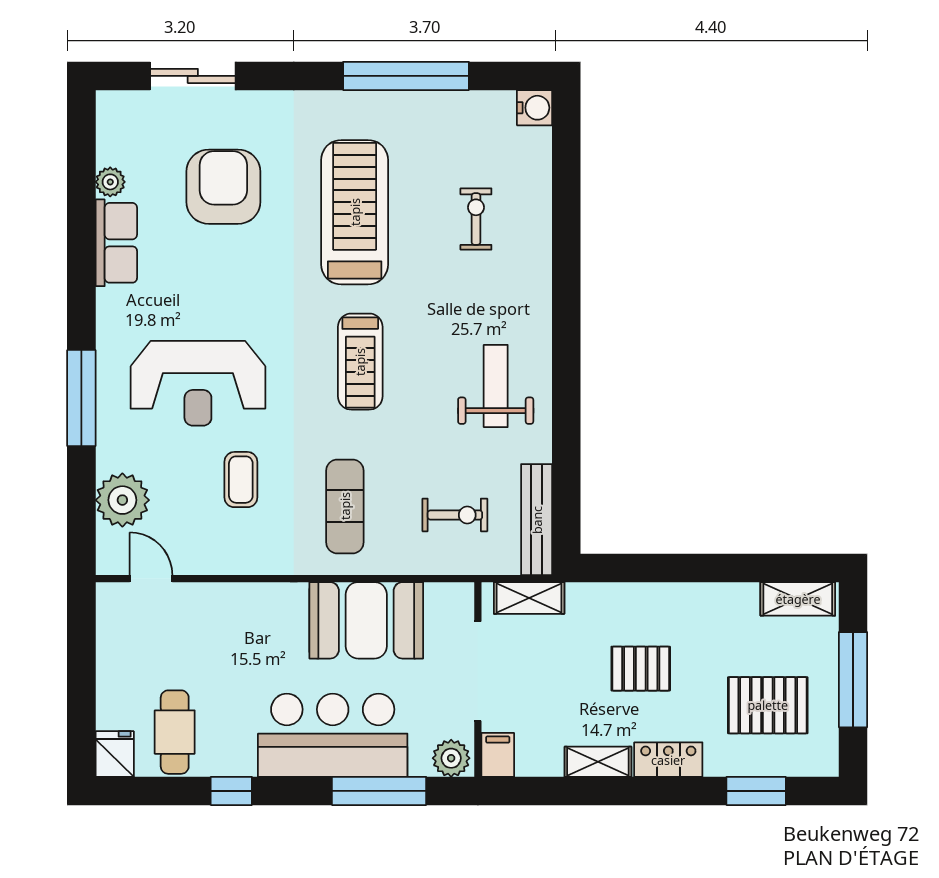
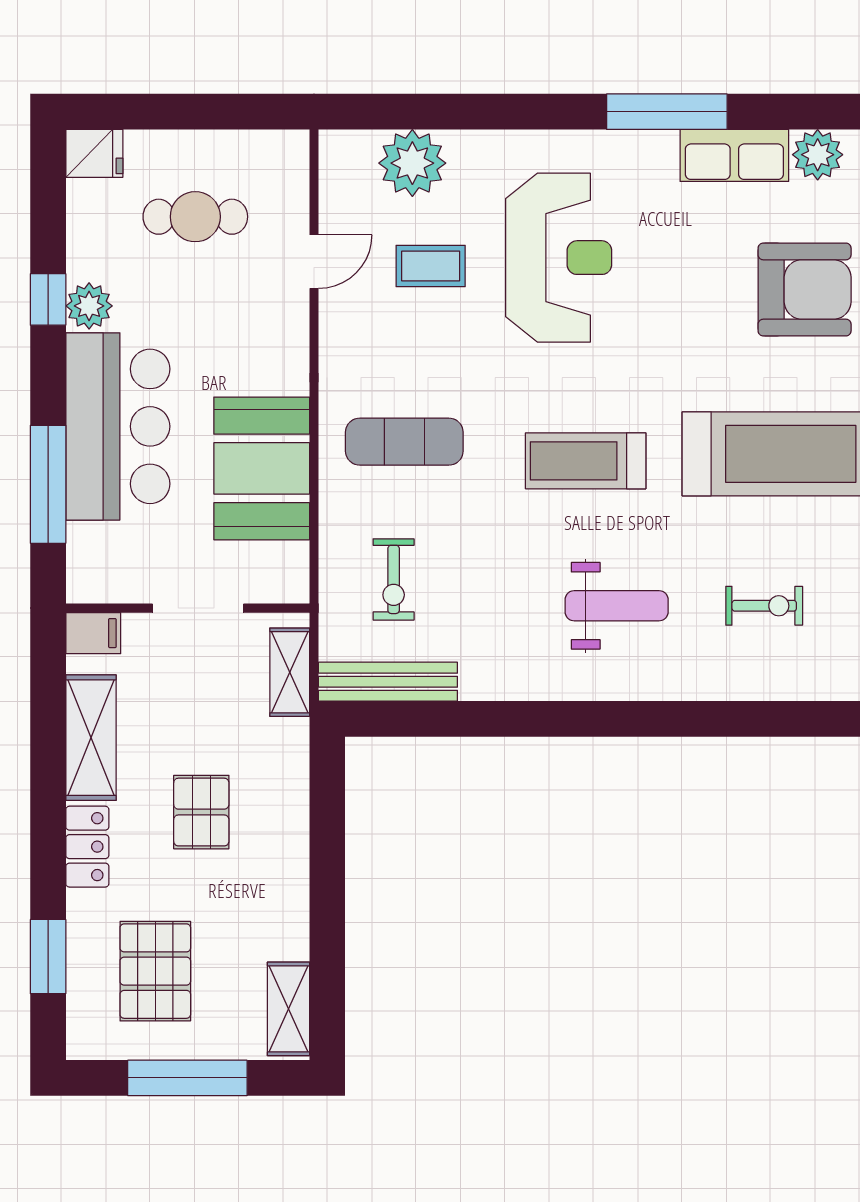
plant: (110, 182) -> (818, 155), width x1.38, depth x1.38
reception desk: (198, 383) -> (559, 258), turned 180
weight bench: (496, 386) -> (617, 606), moved
window: (81, 398) -> (667, 112), moved
coffee table: (241, 480) -> (431, 266), moved
door: (151, 579) -> (314, 262), moved
doorway: (478, 671) -> (198, 608), width x0.73
cafe table: (175, 732) -> (195, 217), moved
plant: (451, 758) -> (89, 306), moved
shelving: (598, 762) -> (91, 738), width x1.50, depth x1.33

